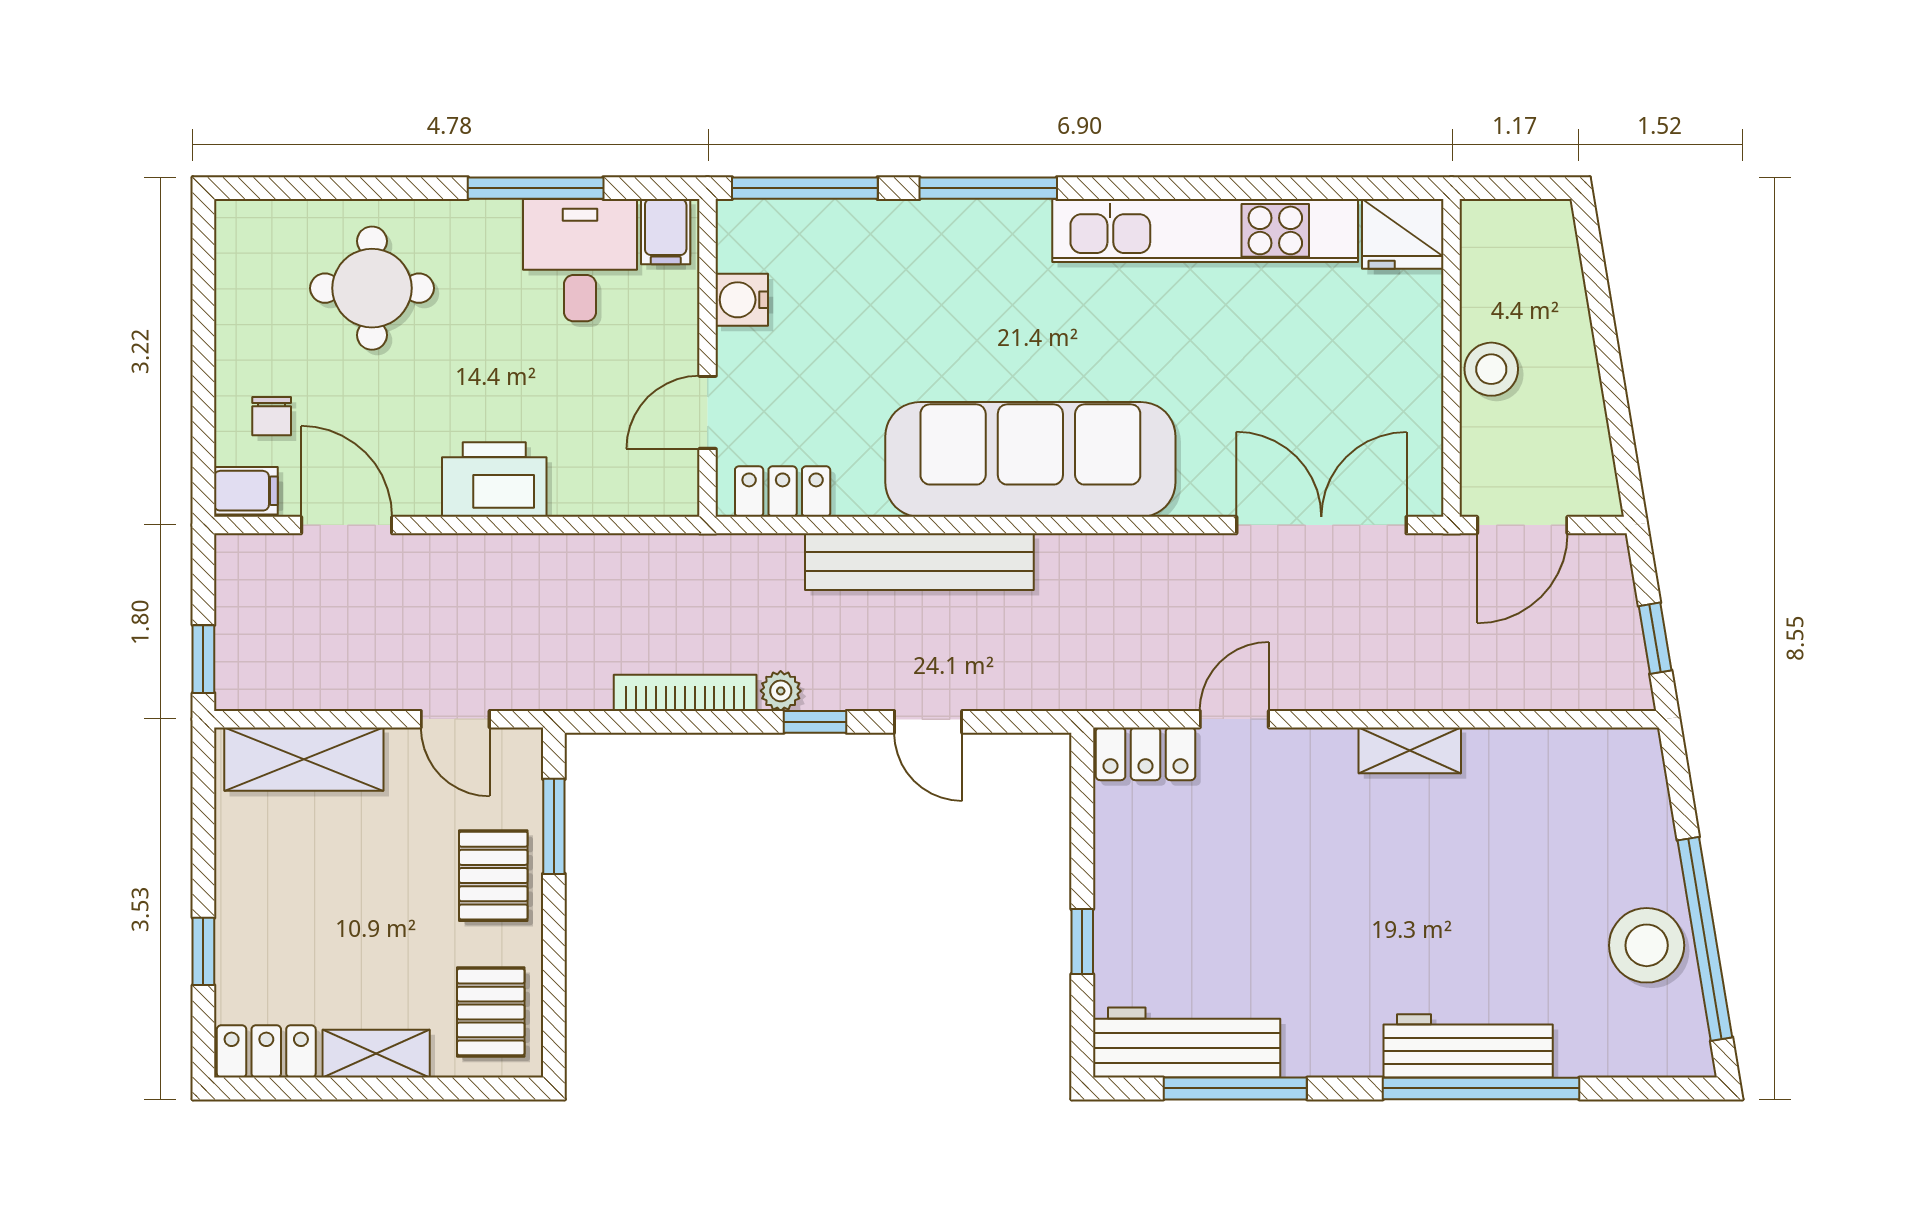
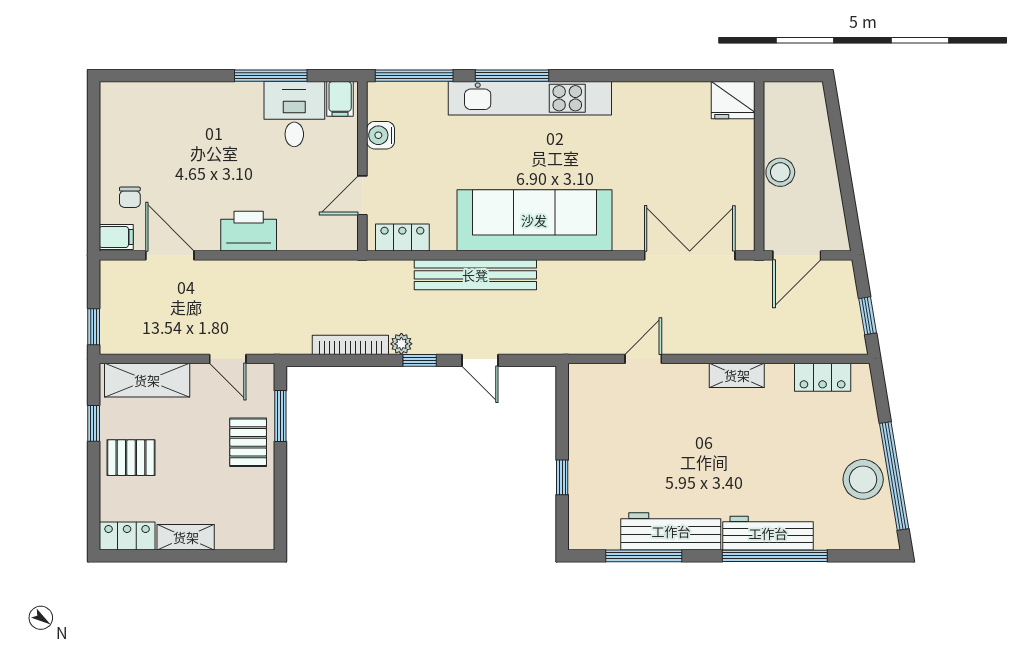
kitchen unit: (1205, 230) -> (530, 98), moved
round table: (372, 288) -> (183, 129), removed
locker: (1146, 754) -> (823, 377), moved
window: (203, 951) -> (94, 423), moved
pallet: (491, 1012) -> (131, 458), moved, turned 90
workbench: (1187, 1043) -> (671, 531), moved

